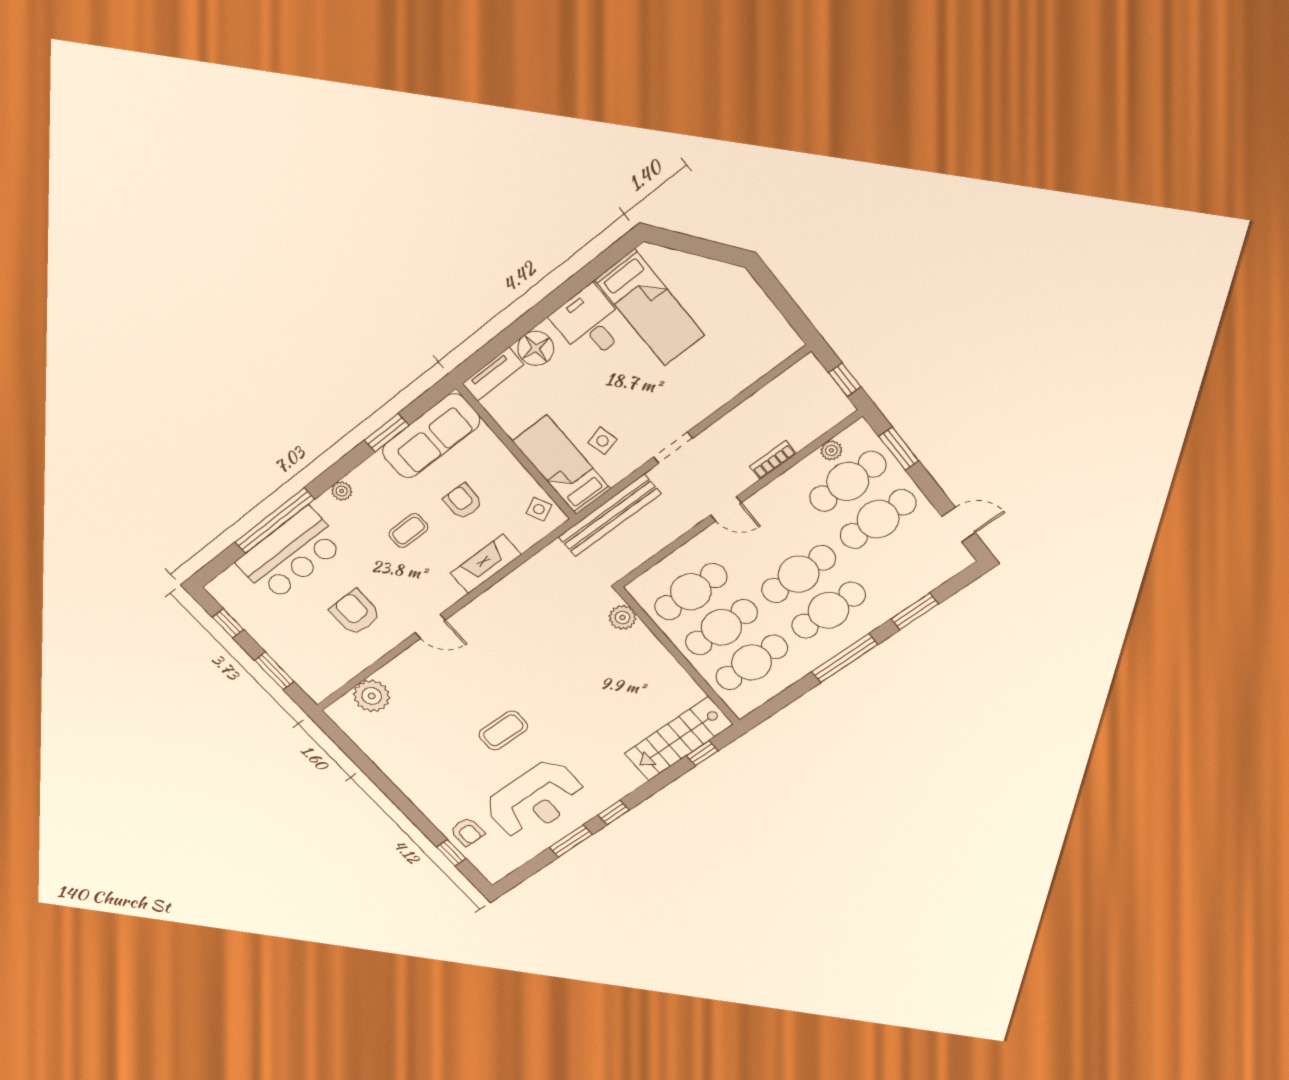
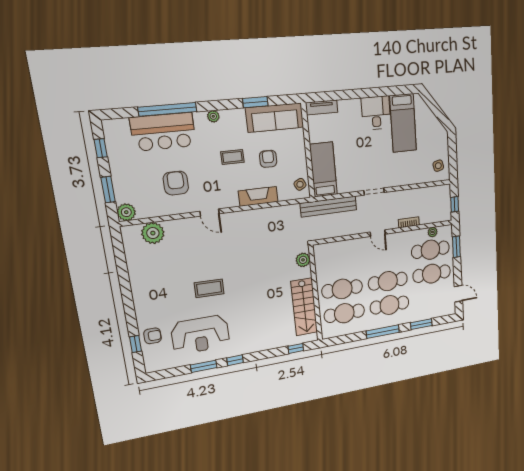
floor lamp: (536, 348) -> (347, 108), removed
side table: (603, 441) -> (438, 166), moved
cafe table: (691, 592) -> (340, 264), removed
plant: (318, 687) -> (126, 212), added
stairs: (678, 739) -> (304, 307), moved, turned -90
armchair: (467, 832) -> (153, 336), turned -90

